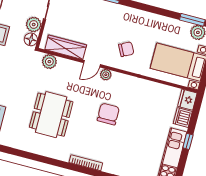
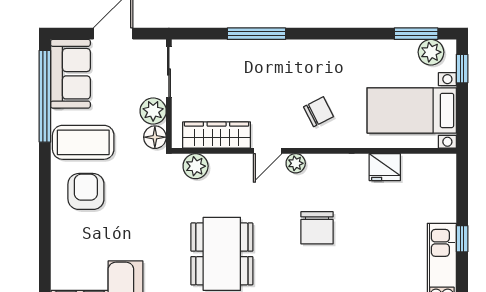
fridge: (187, 100) -> (385, 167), moved, turned -90
chair: (108, 114) -> (317, 228), turned 180
dishwasher: (183, 117) -> (443, 201), removed

